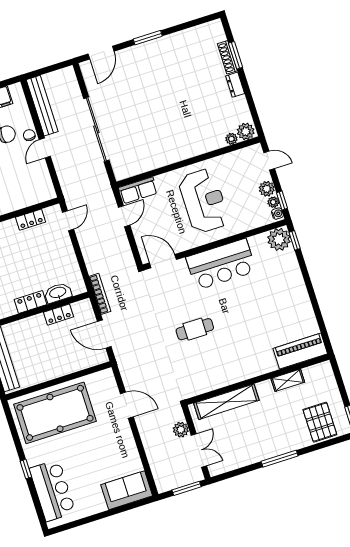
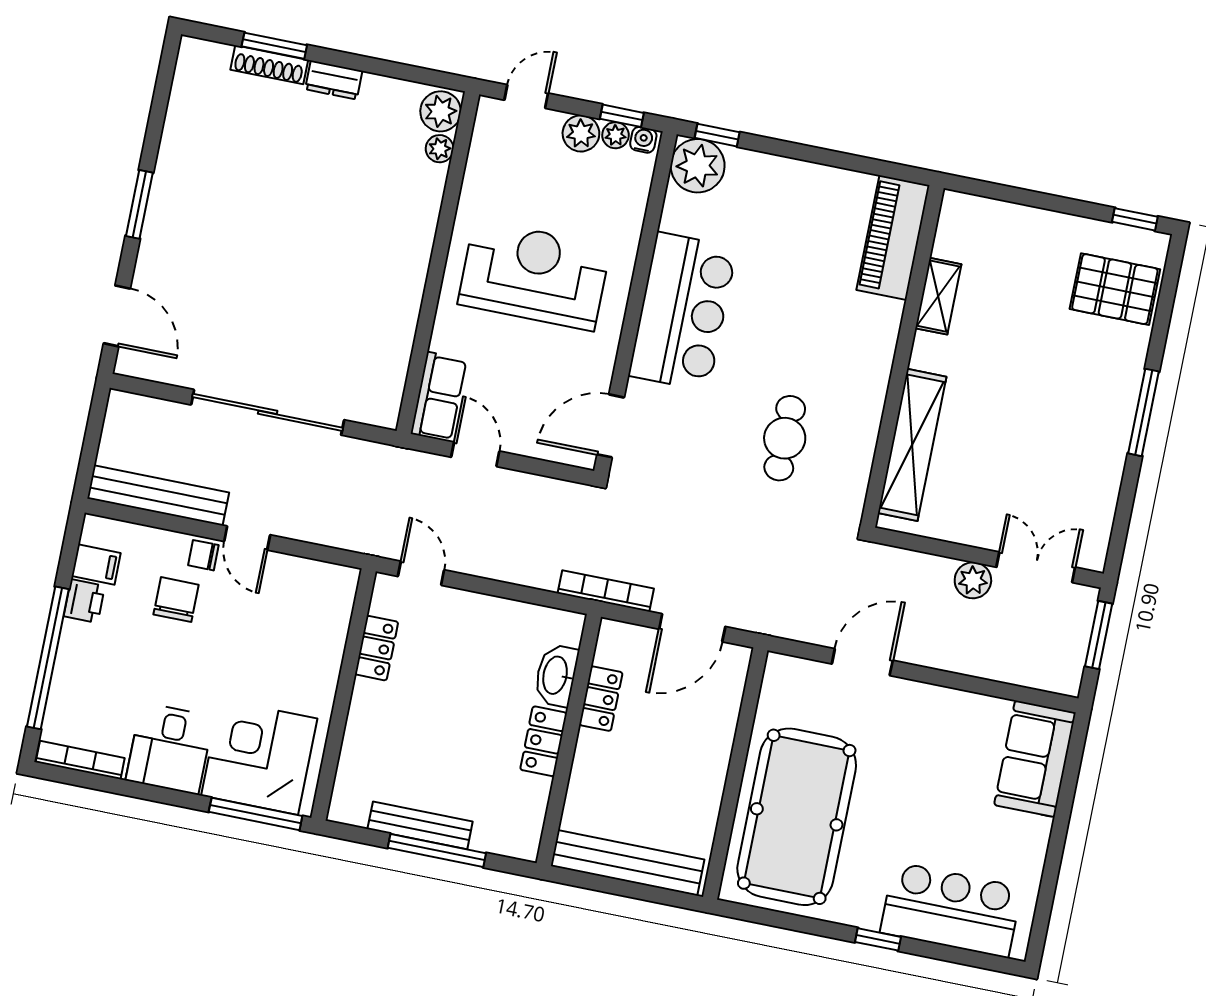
piano: (300, 351) -> (893, 238), moved
wall: (258, 379) -> (902, 356), moved
shelving: (288, 380) -> (938, 296), moved
shelving: (226, 402) -> (912, 445), moved

